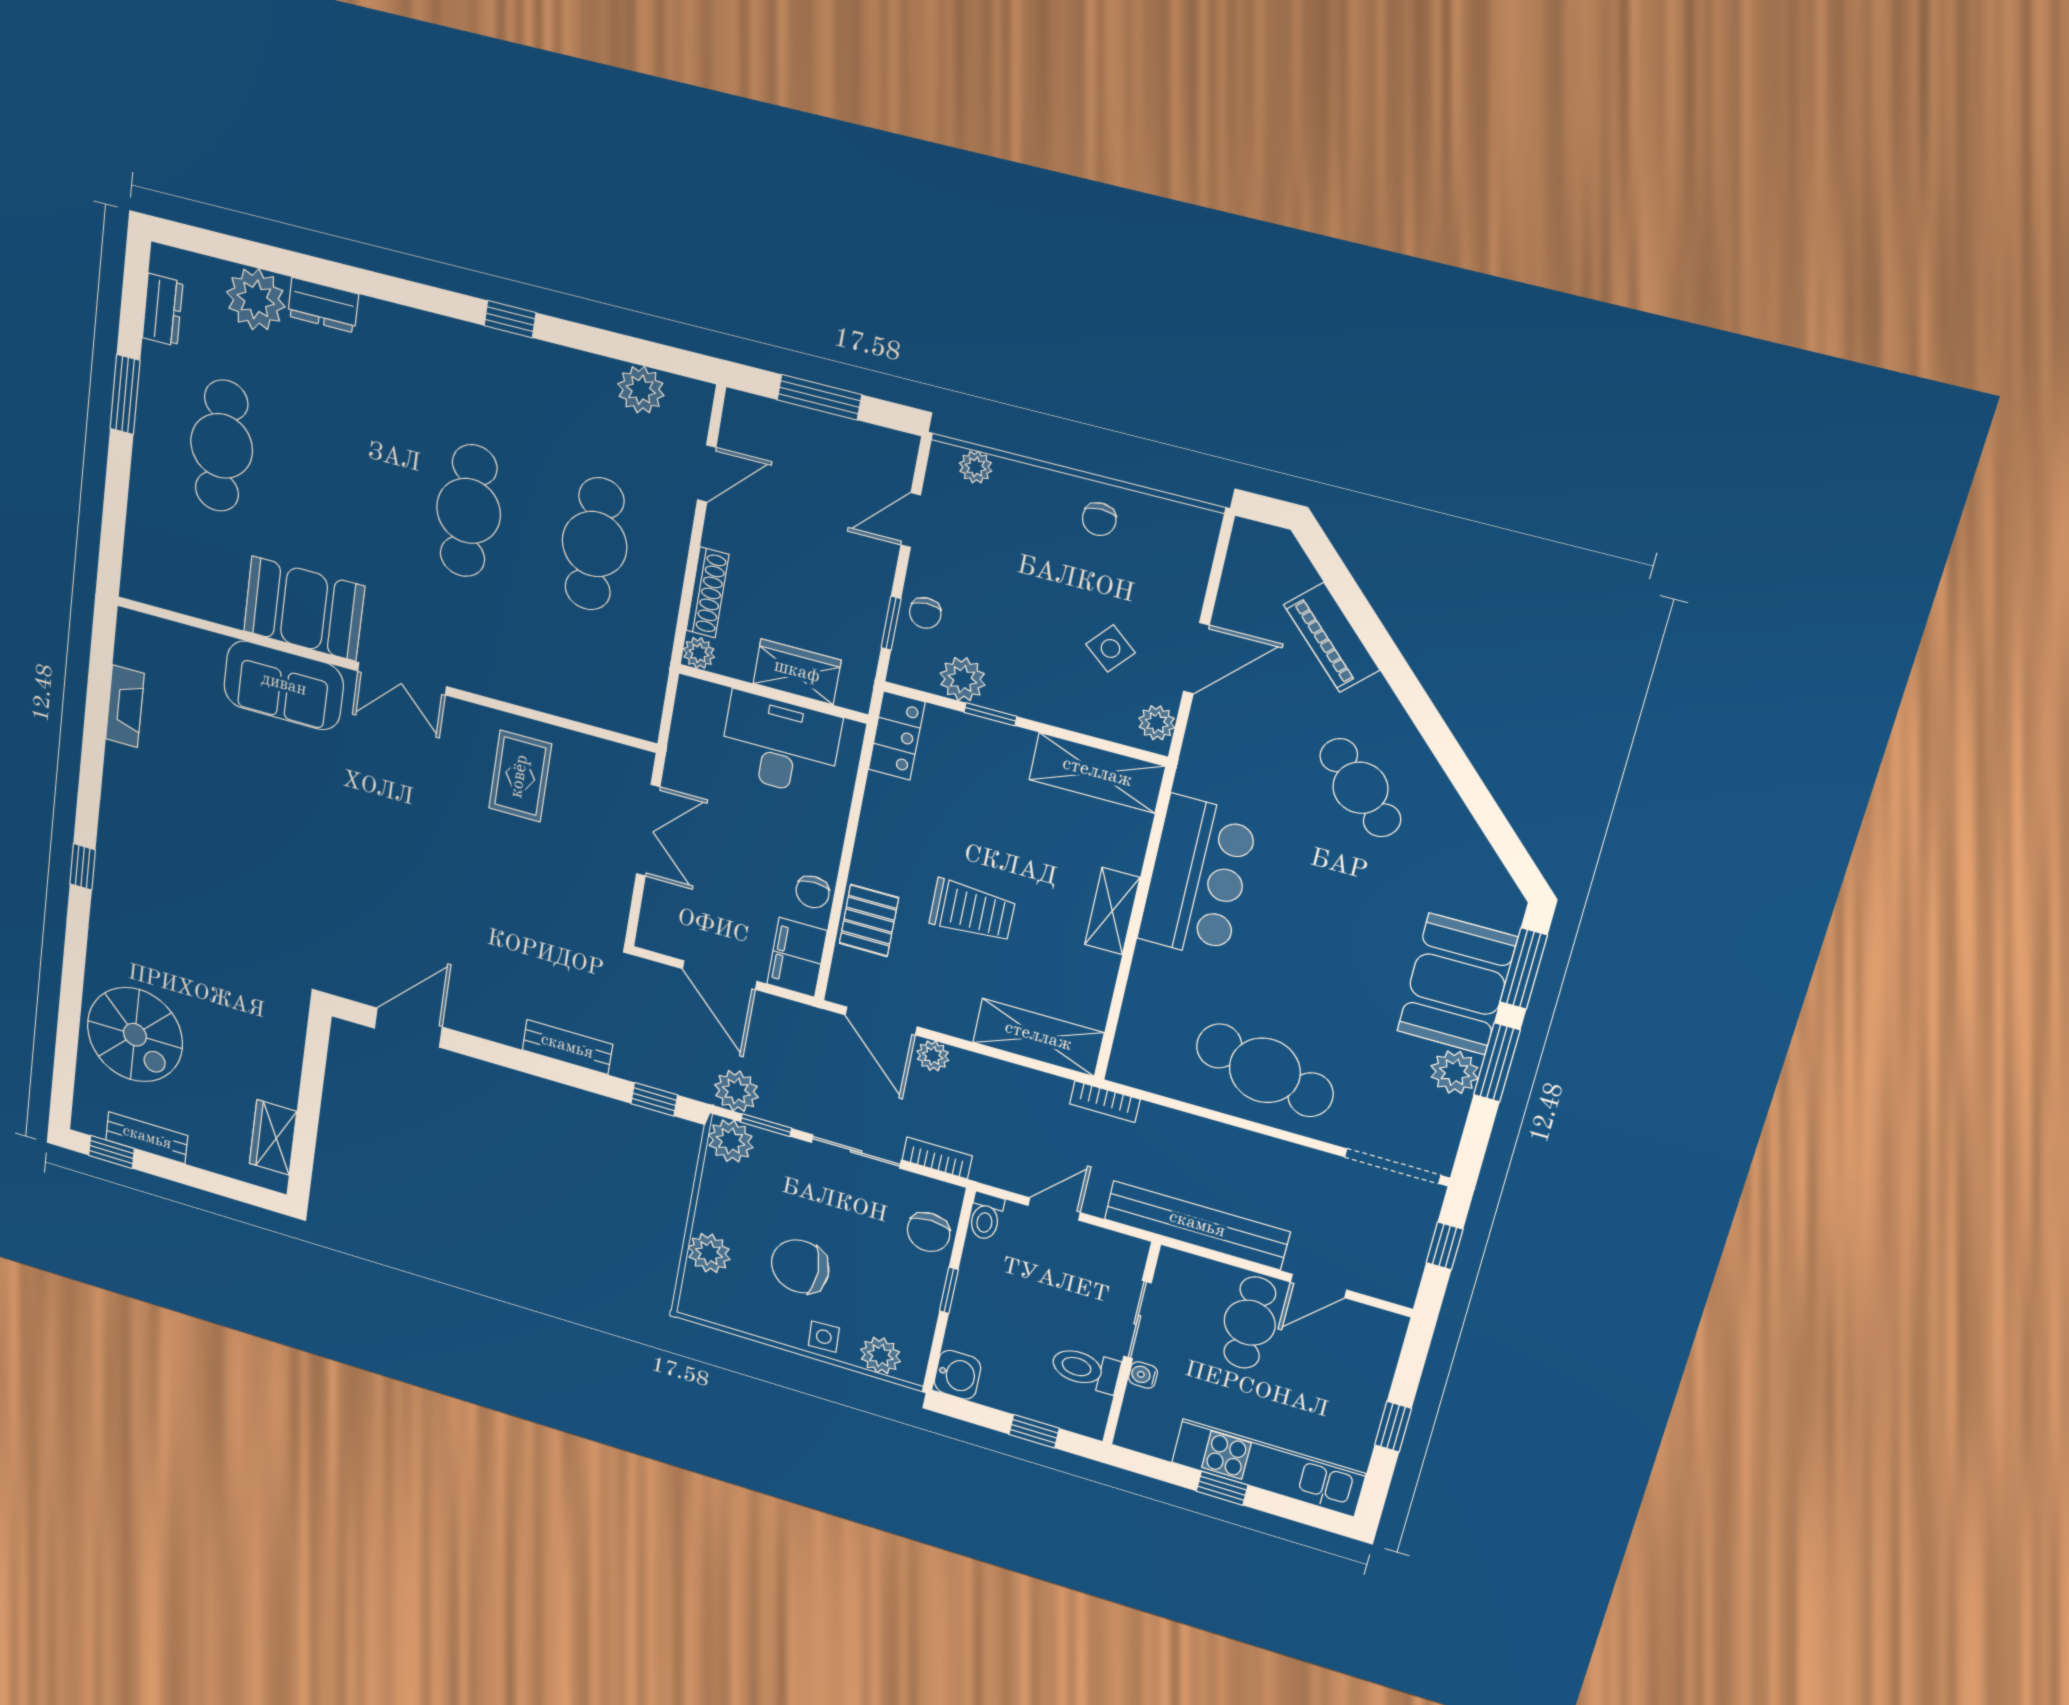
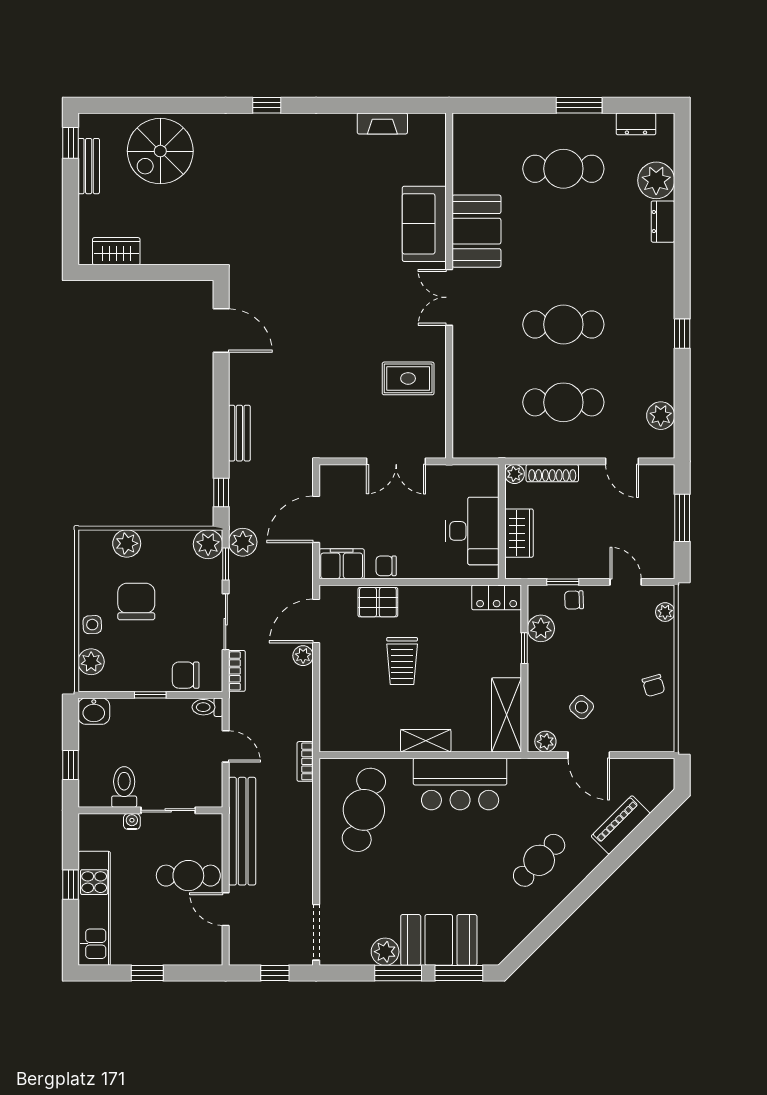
chair: (1099, 519) -> (653, 686), turned -106
shelving: (1038, 1037) -> (334, 715), removed
cafe table: (1265, 1070) -> (364, 810), moved

